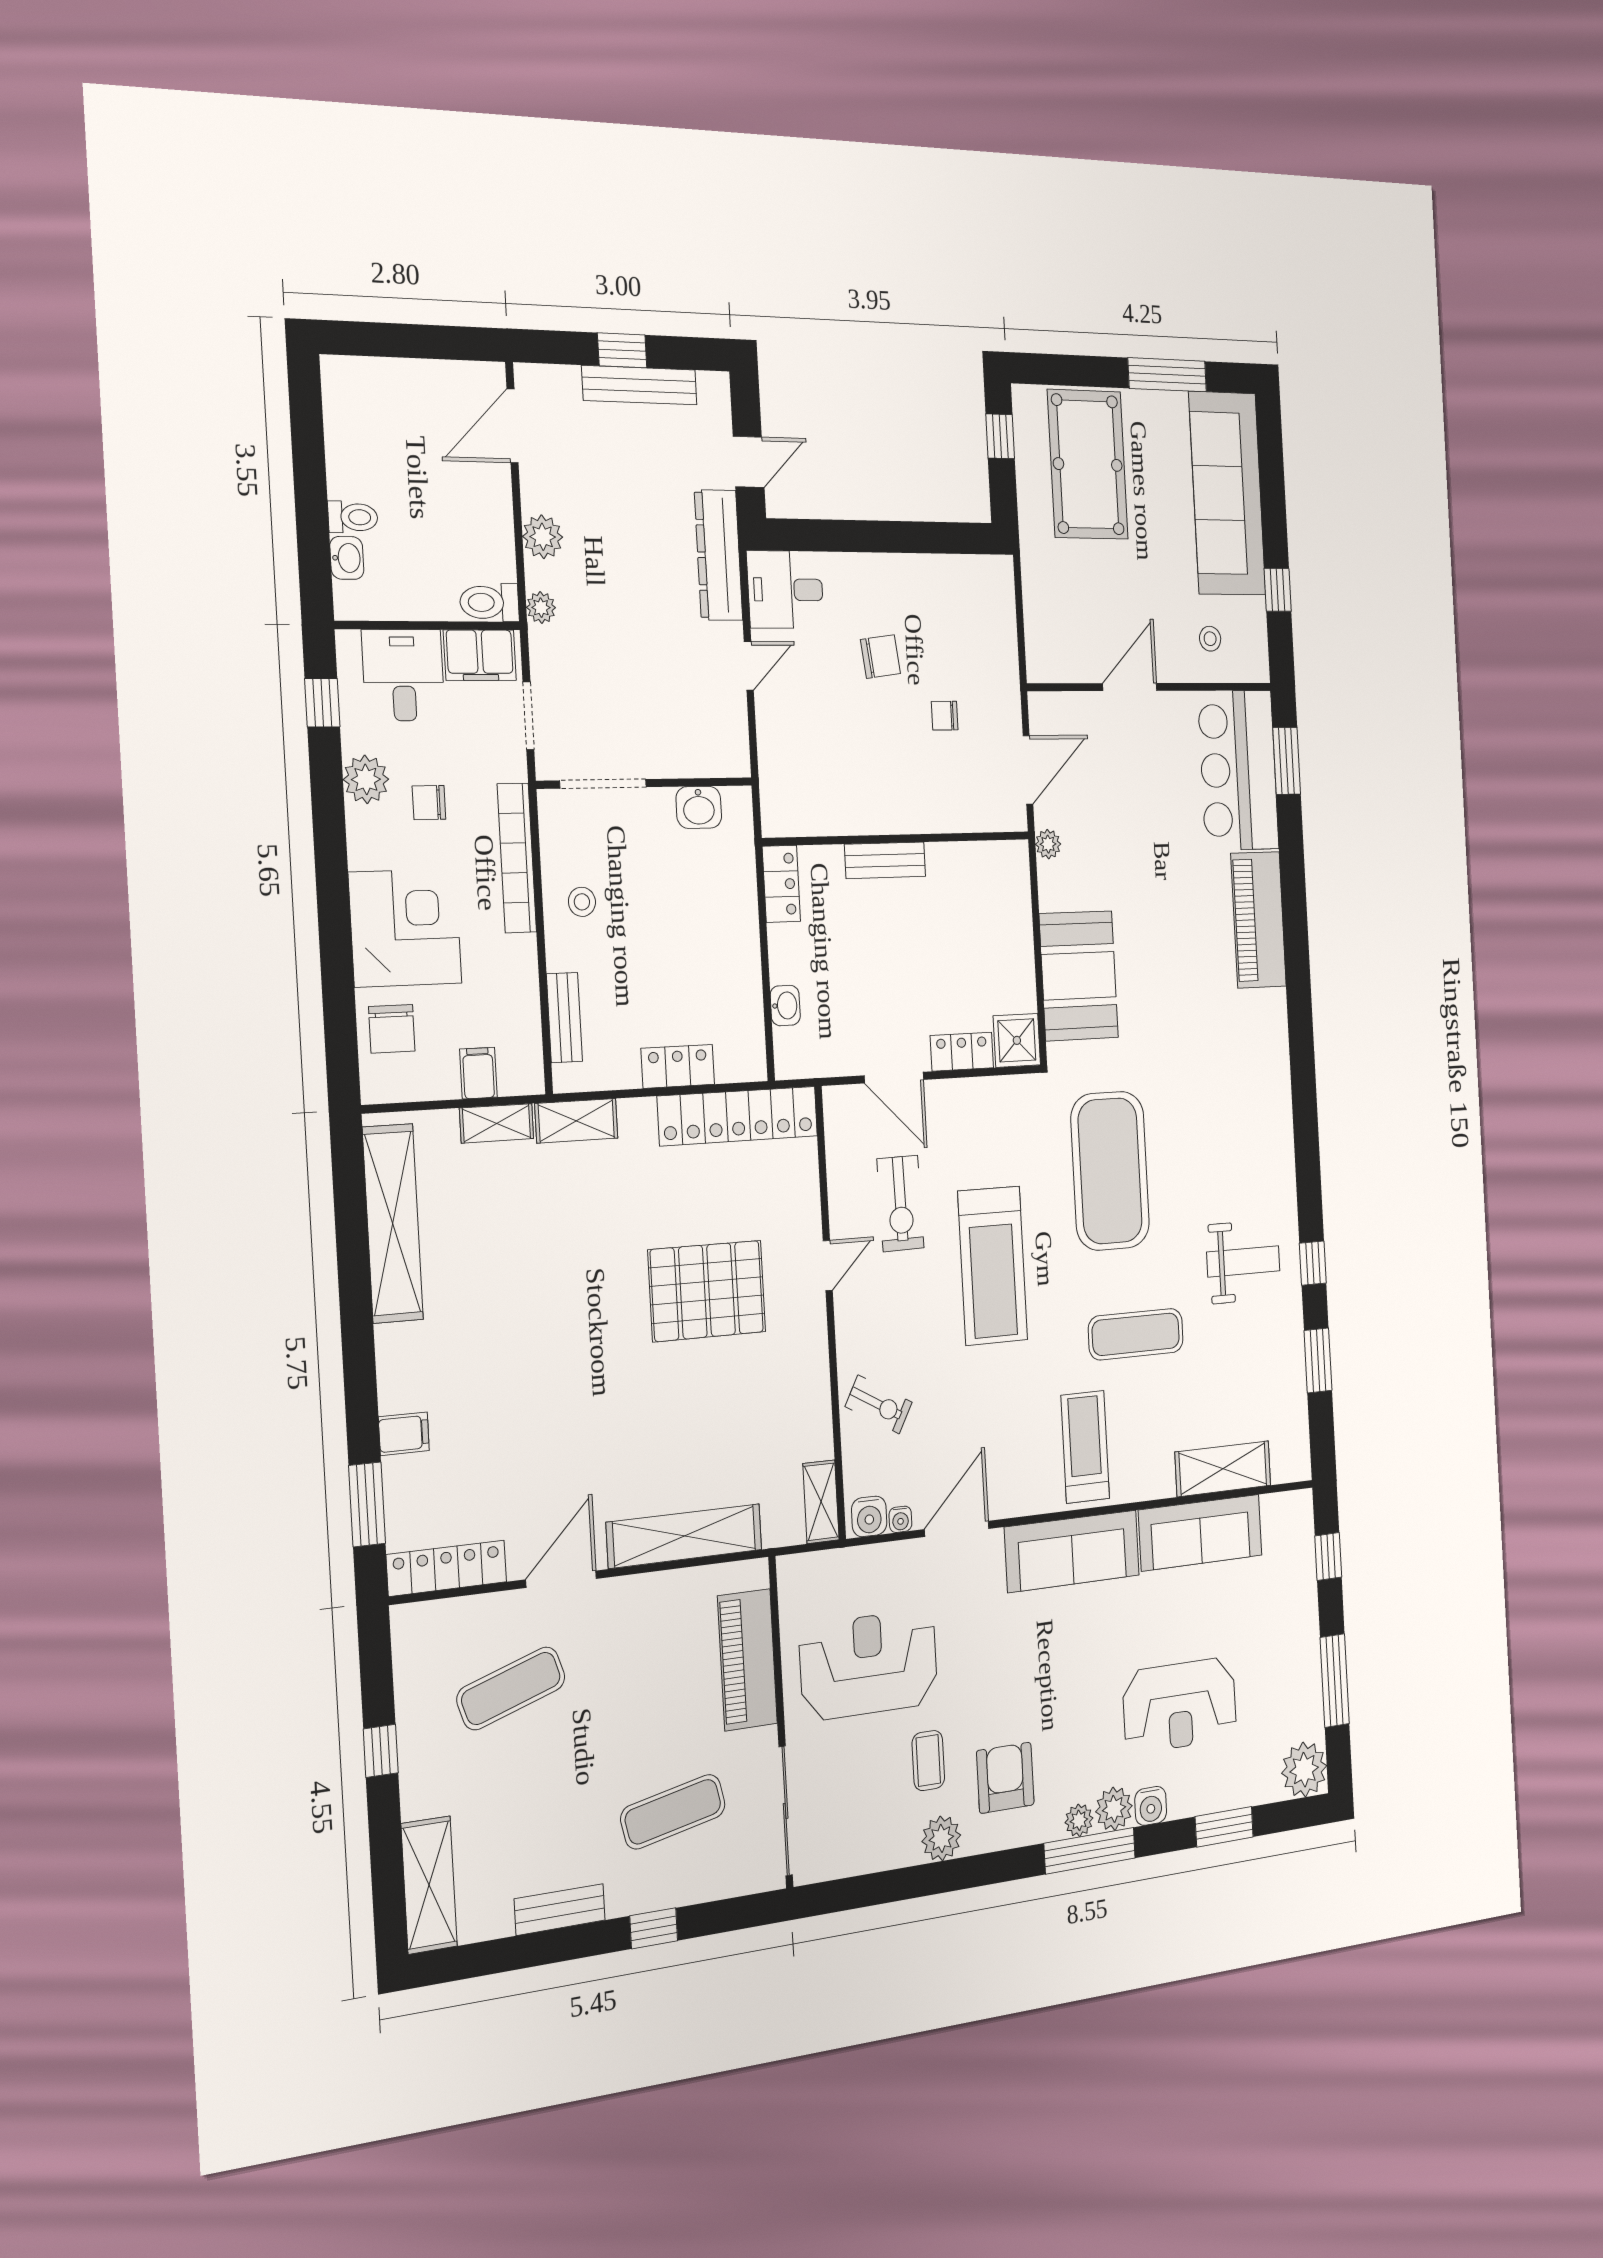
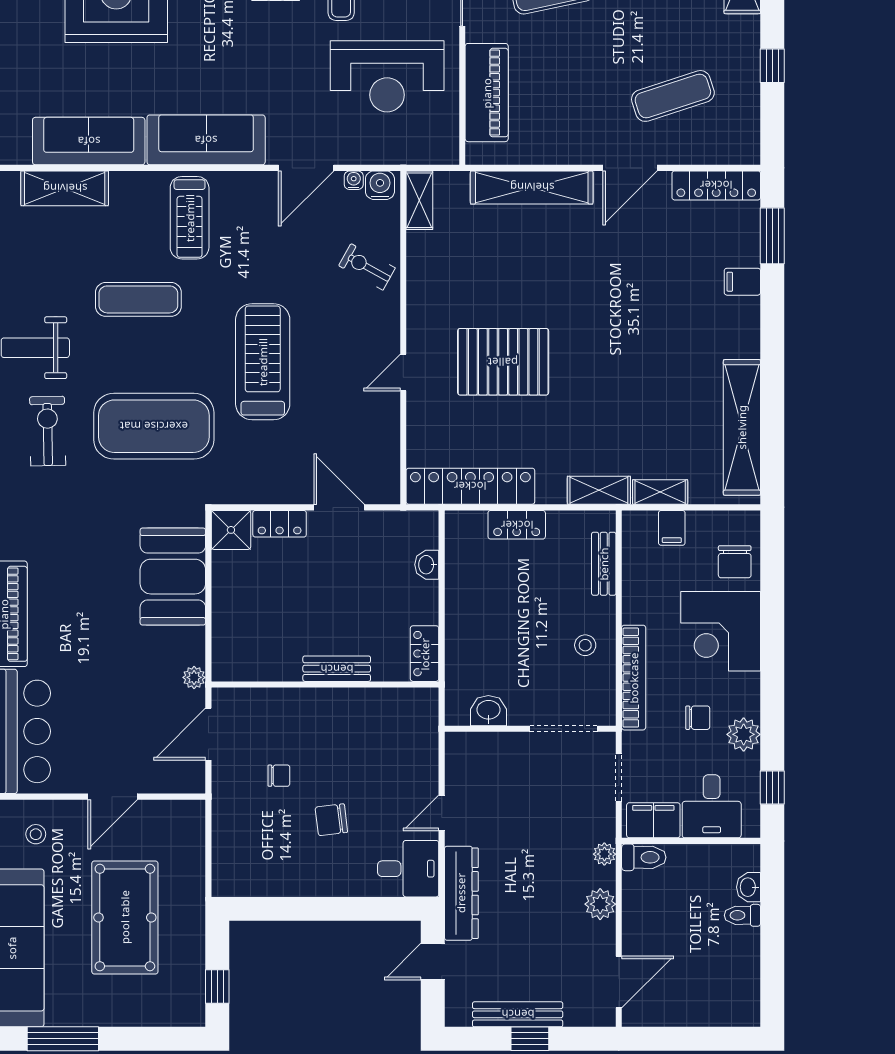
pool table: (1088, 464) -> (125, 917), moved
chair: (392, 1029) -> (735, 562), turned 180
exercise mat: (1110, 1171) -> (154, 426), turned 90
exercise bike: (900, 1203) -> (48, 431), moved

